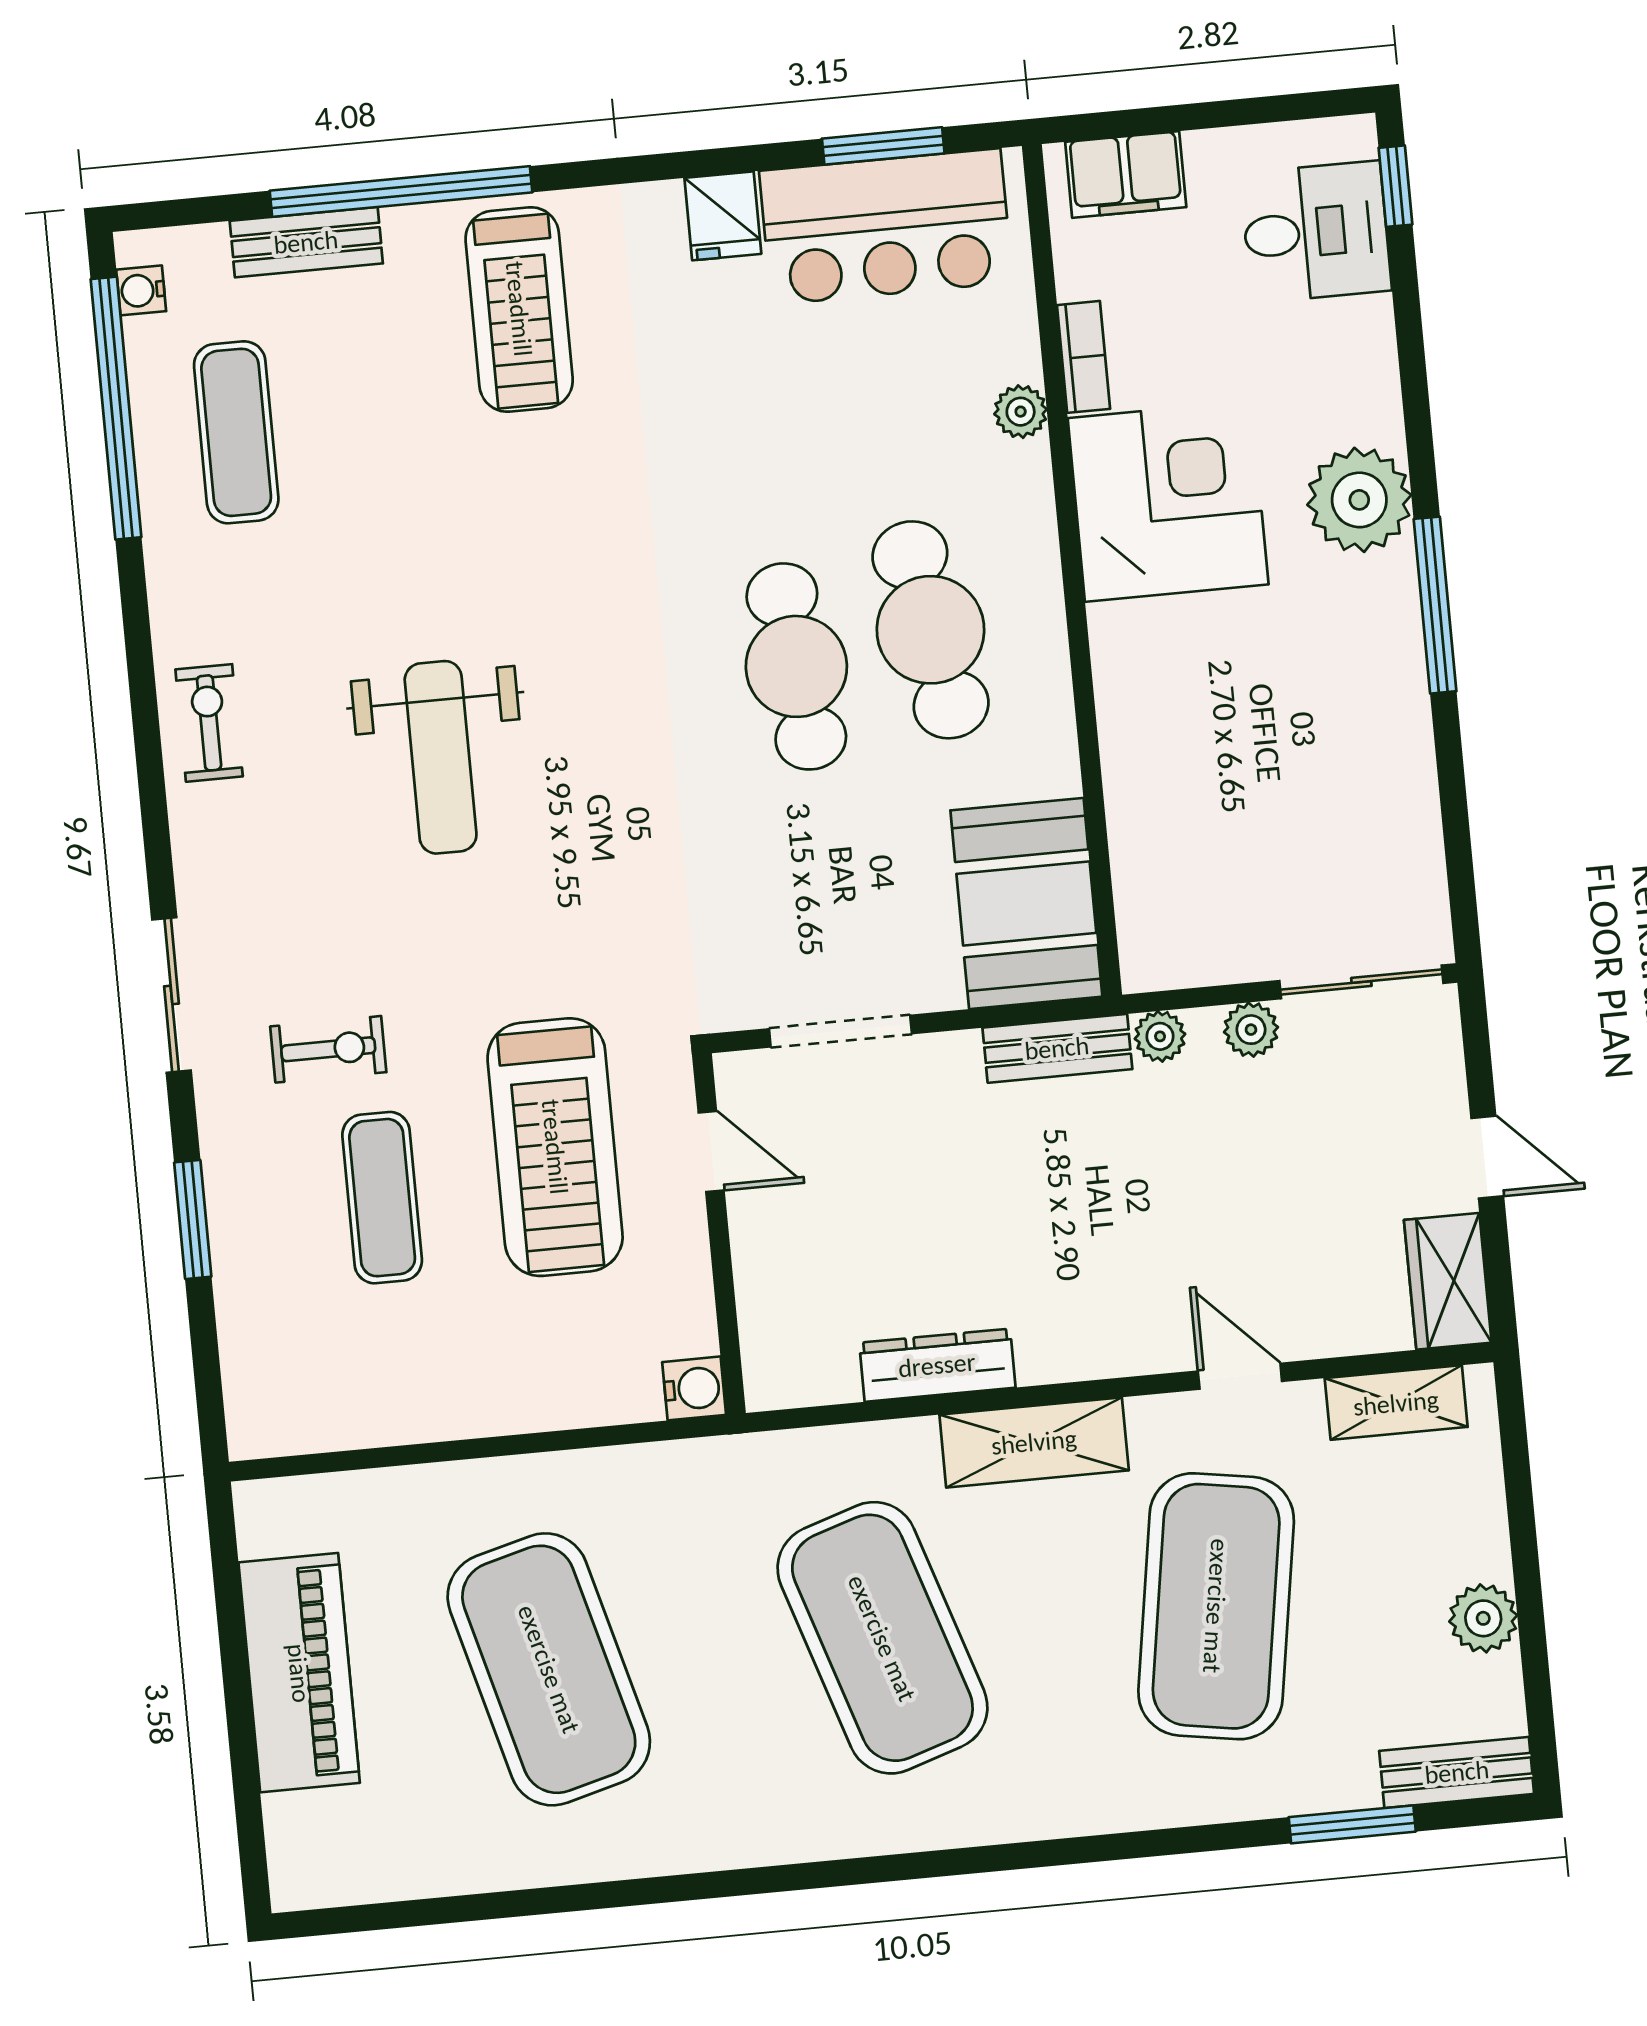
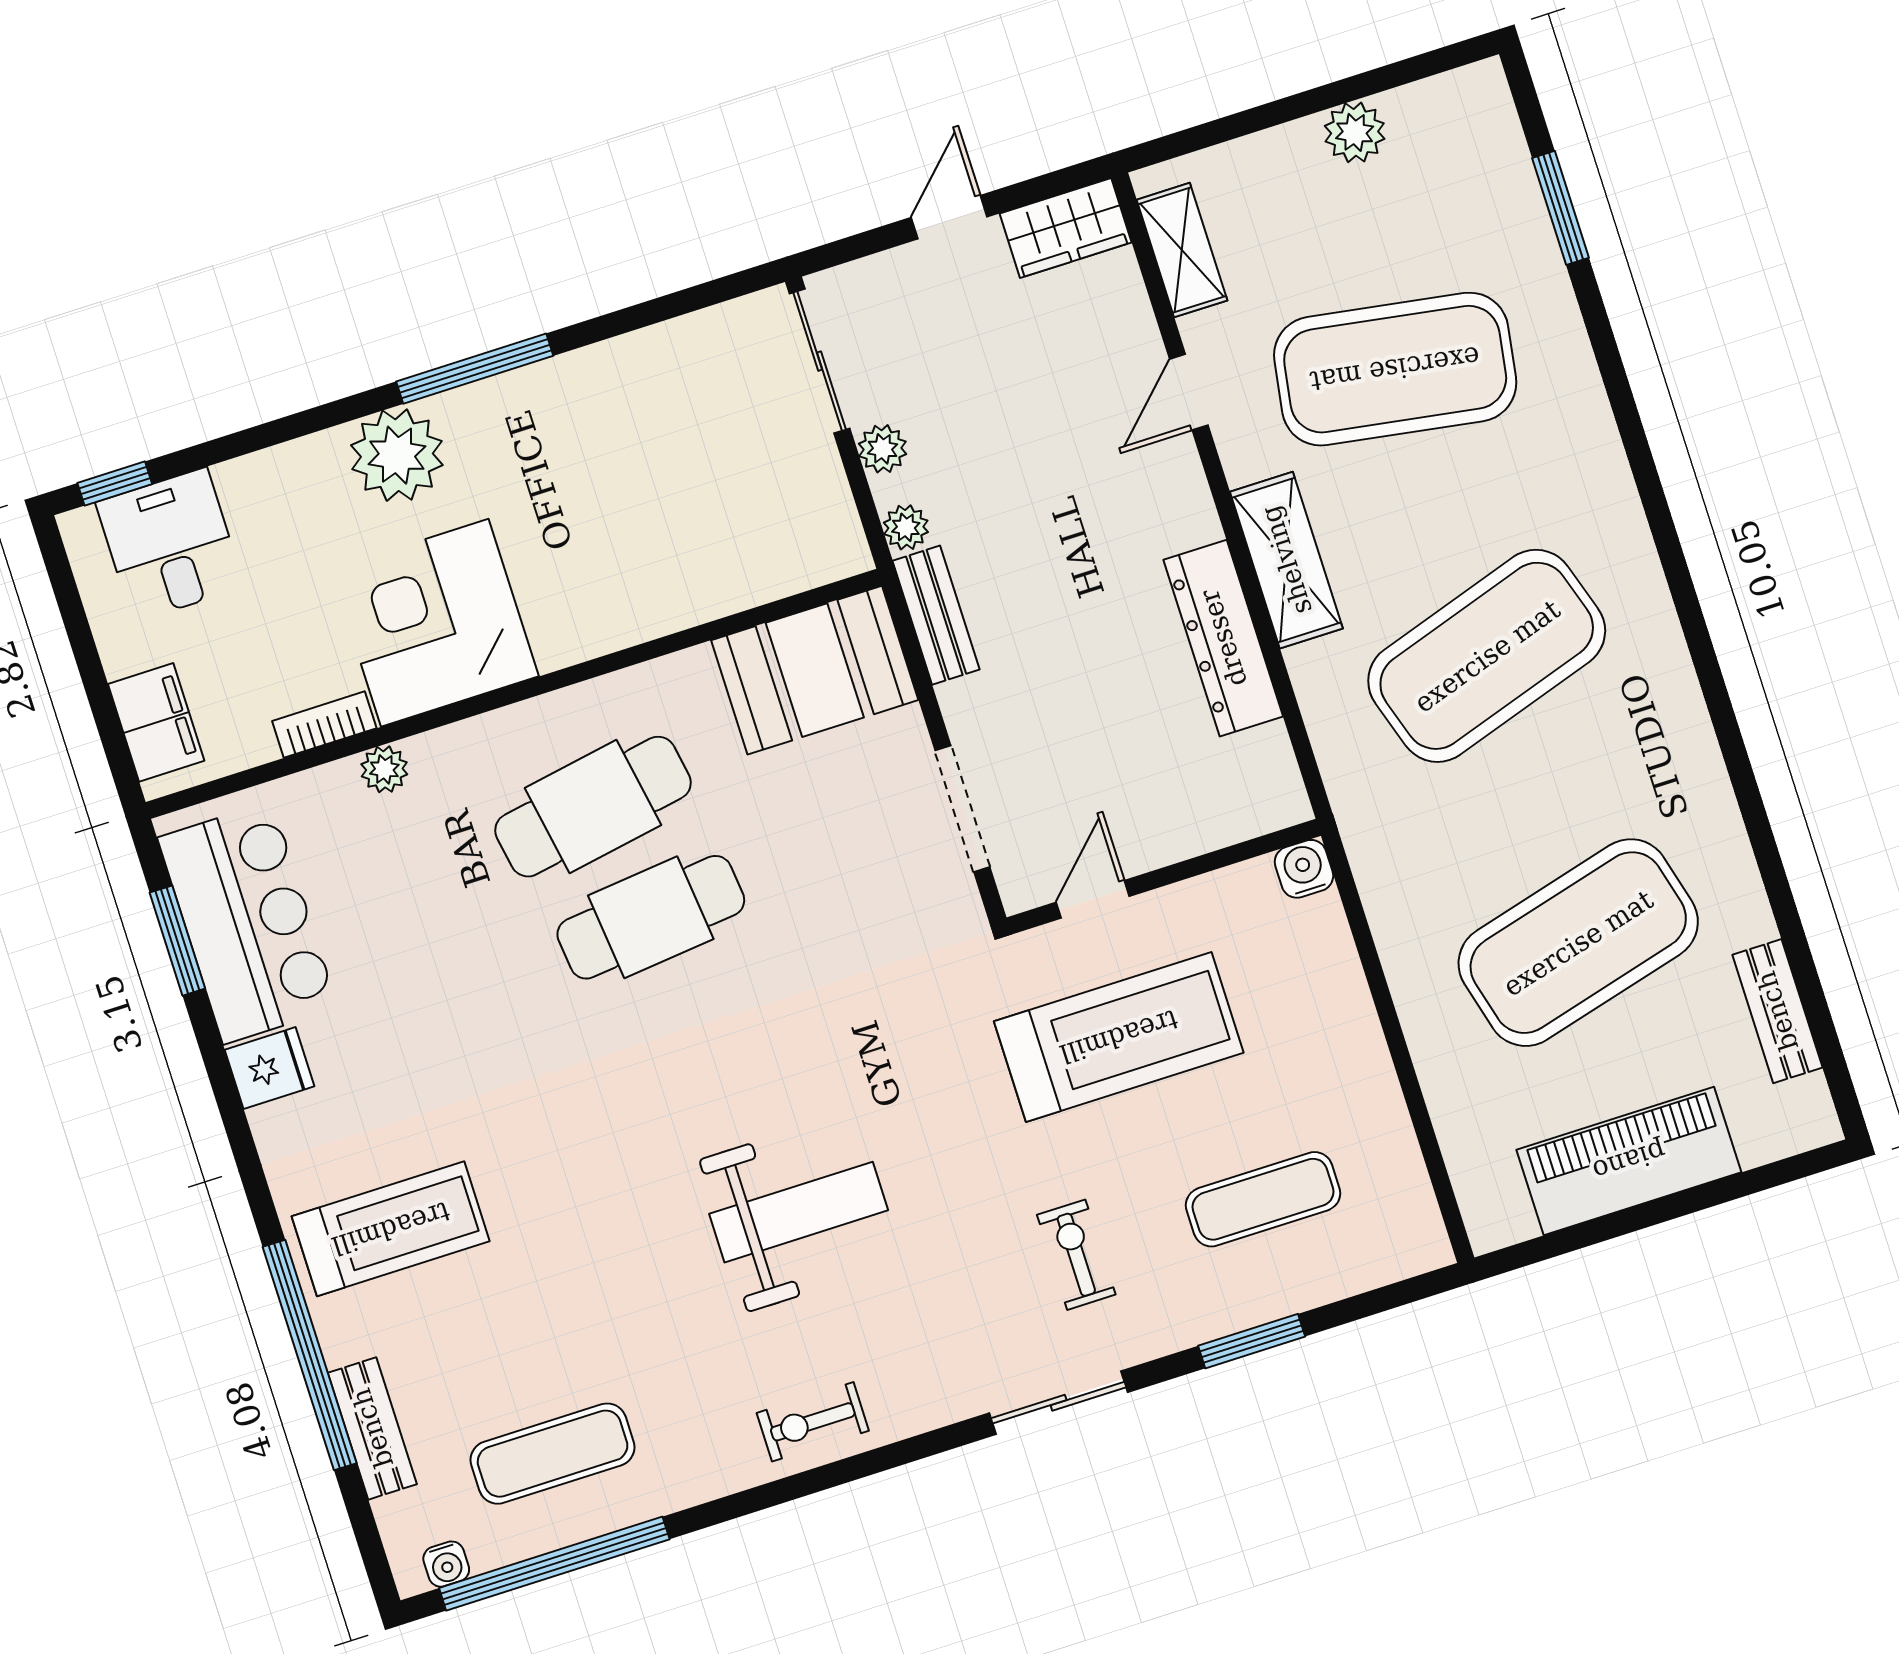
exercise mat: (382, 1198) -> (1263, 1199), moved
dresser: (937, 1365) -> (1223, 638), width x1.37, depth x1.24
bench: (1457, 1772) -> (1777, 1011), moved

